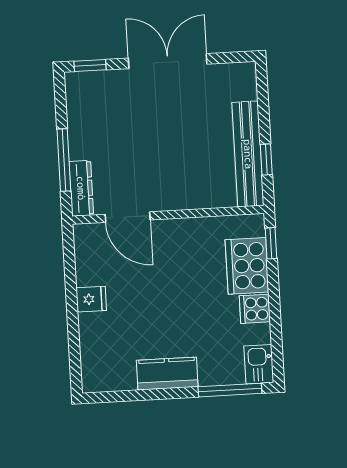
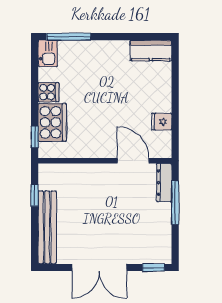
bench: (248, 154) -> (47, 227), moved
fridge: (91, 299) -> (162, 122), moved
kitchen counter: (167, 374) -> (151, 51), moved

